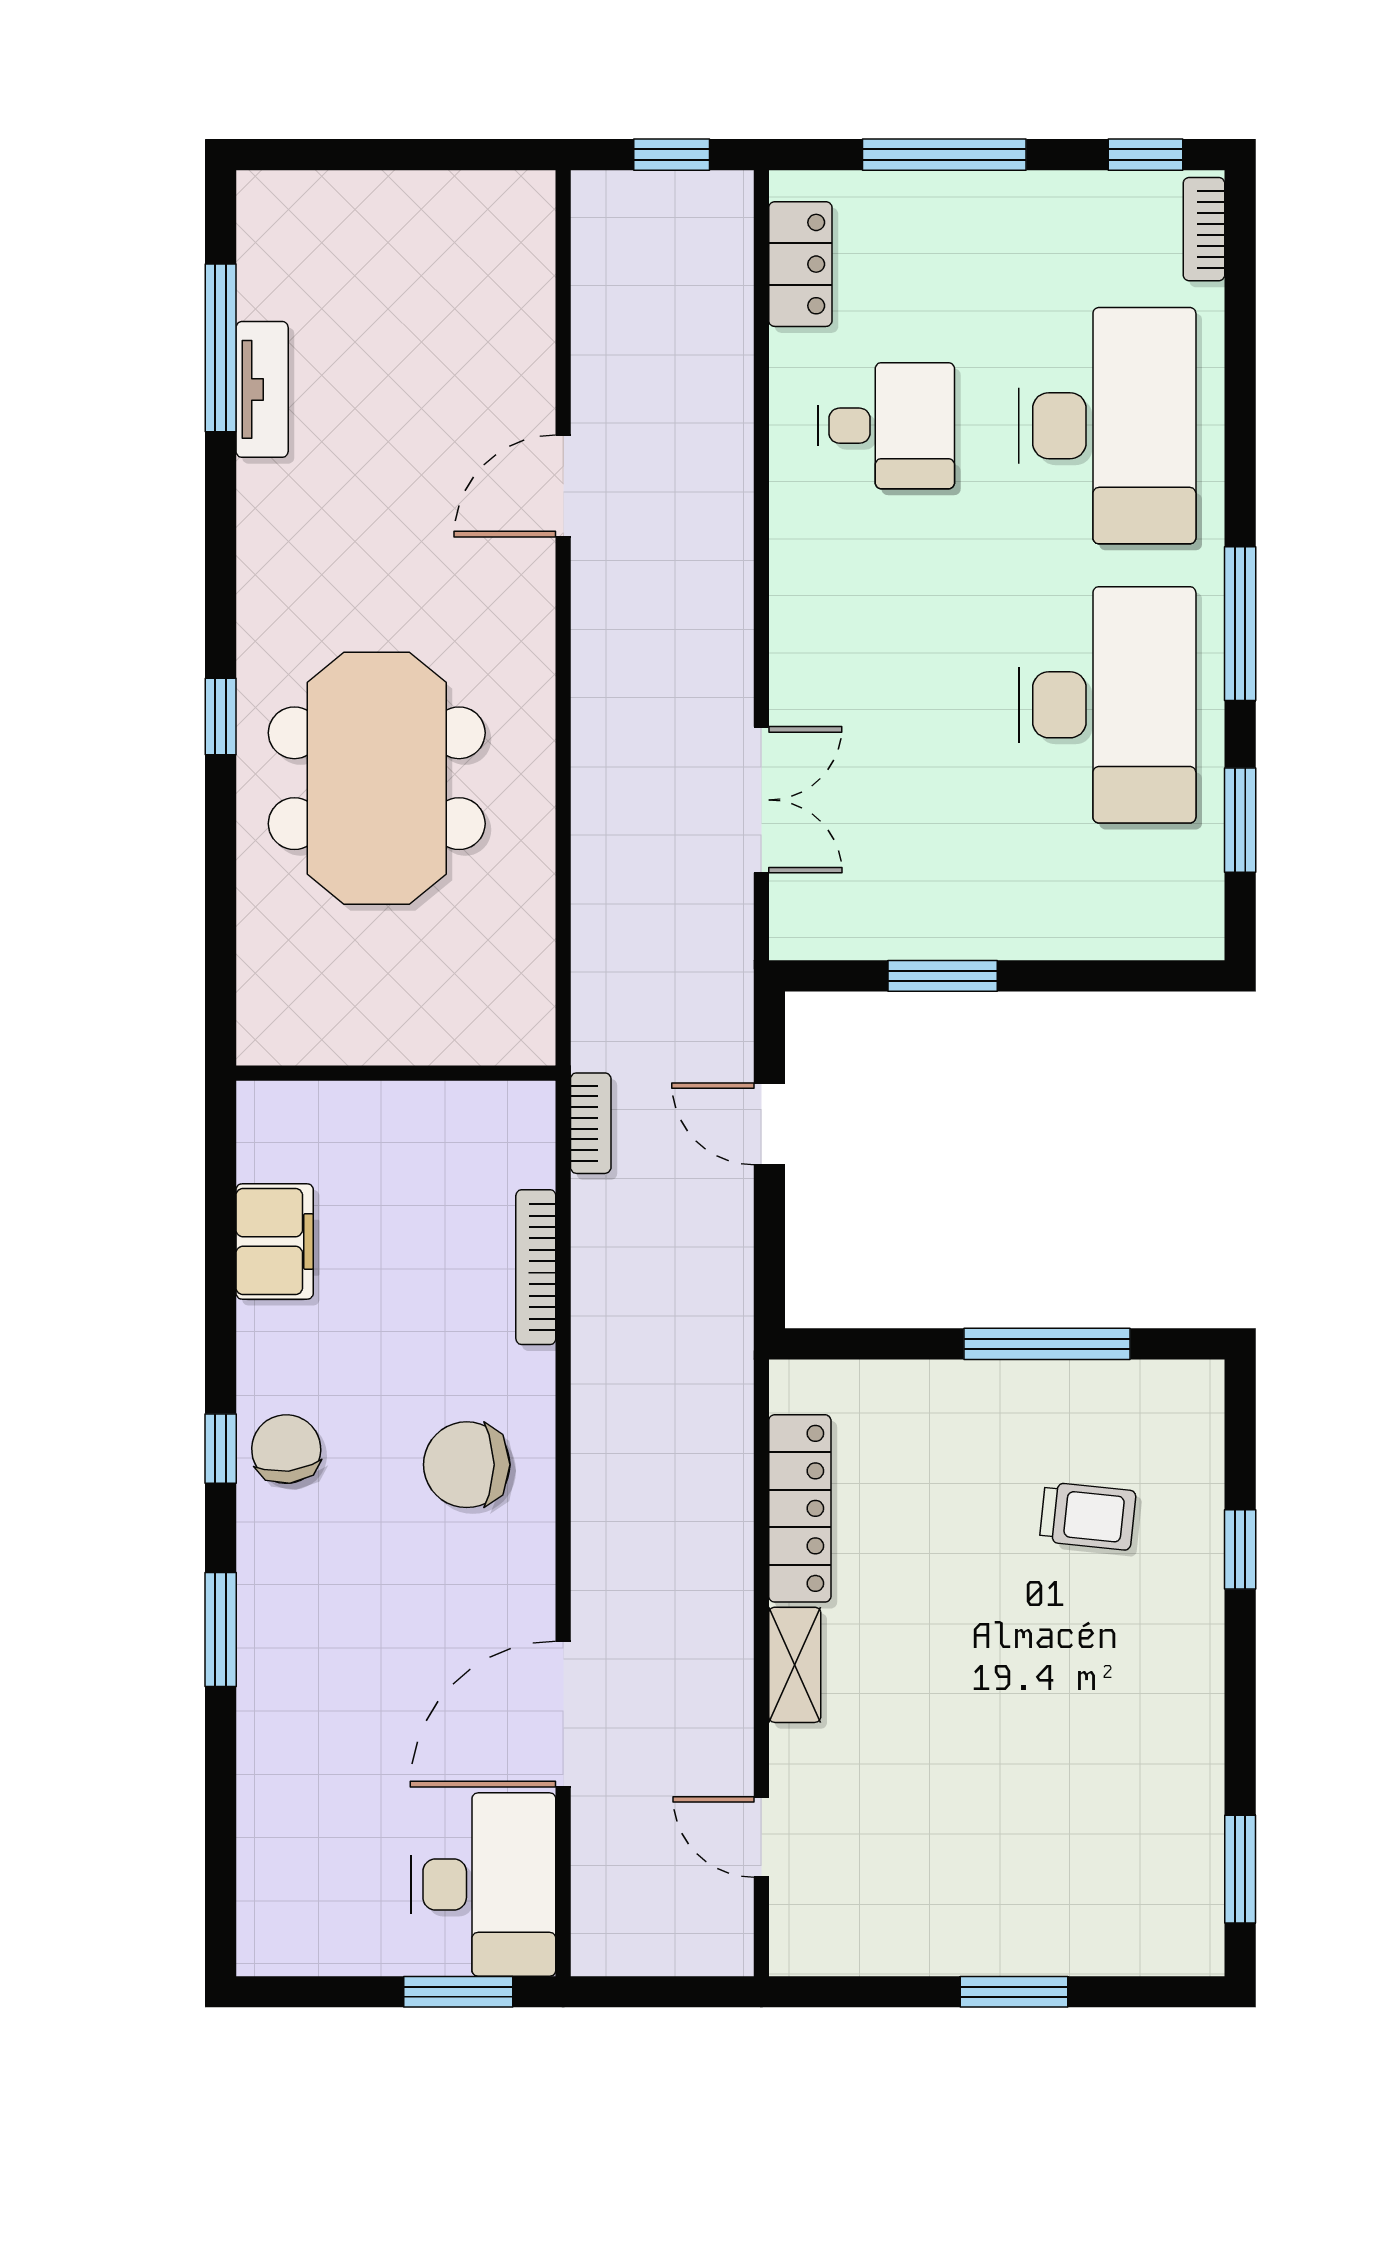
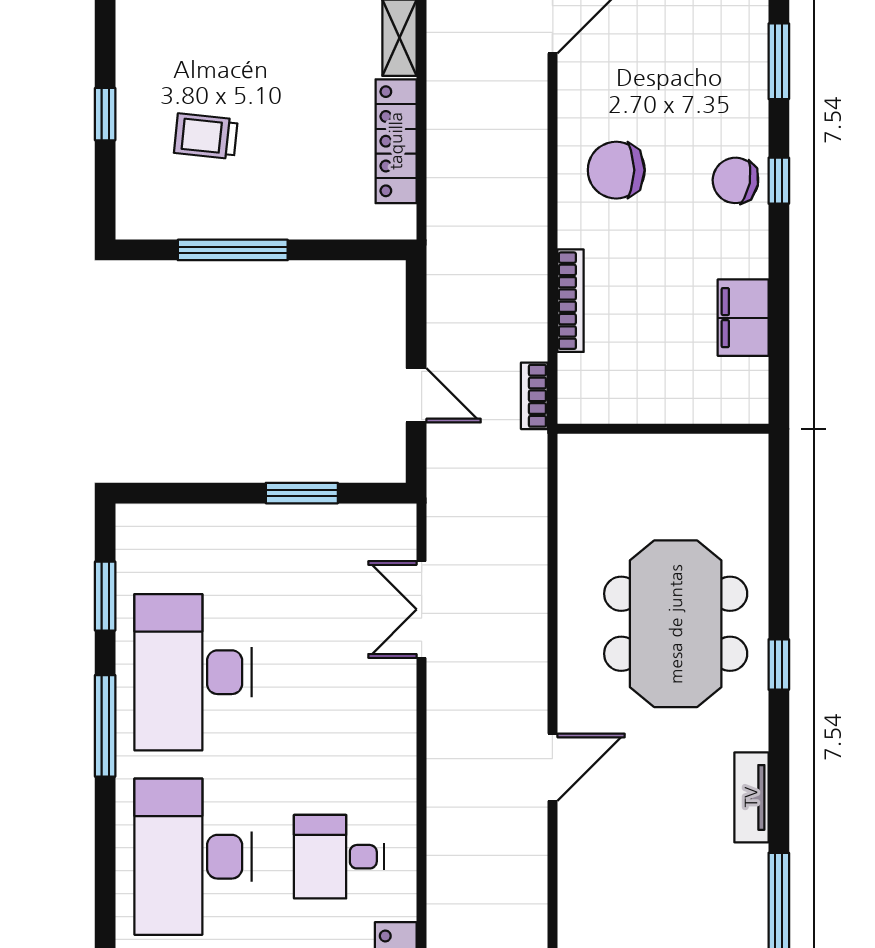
tv unit: (262, 389) -> (751, 797), moved
door: (563, 486) -> (552, 767), moved
chair: (286, 1449) -> (735, 180), turned 107
chair: (467, 1465) -> (616, 170), turned 180

